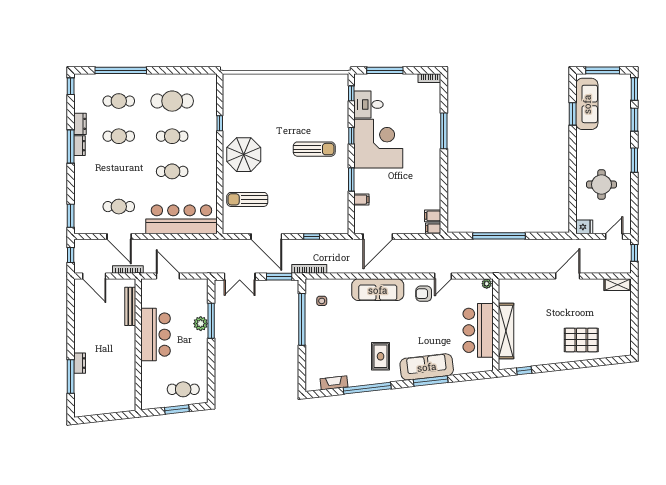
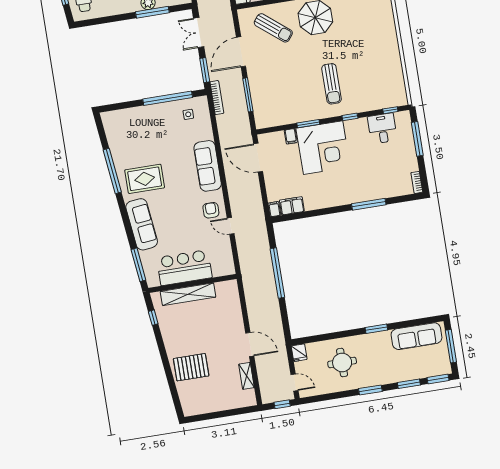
window: (573, 114) -> (376, 329), moved
corner desk: (378, 144) -> (323, 148), moved
sun lounger: (247, 199) -> (273, 28), turned 129
filing cabinet: (433, 216) -> (292, 206), width x2.00
window: (312, 237) -> (248, 95), width x2.17
plant: (487, 284) -> (230, 269), removed
shelving: (618, 285) -> (246, 376), moved
pallet: (581, 340) -> (191, 367), turned 90
rug: (381, 356) -> (145, 179), width x1.36, depth x1.43
window: (431, 381) -> (138, 265), moved
fireplace: (334, 383) -> (112, 139), removed

